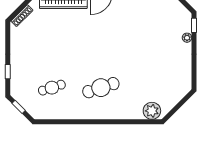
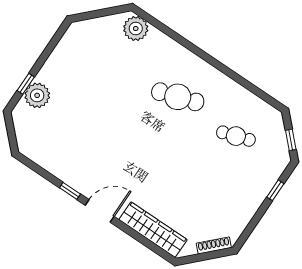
window: (194, 25) -> (26, 84), moved
plant: (187, 38) -> (37, 95), width x1.87, depth x1.87

